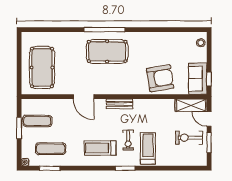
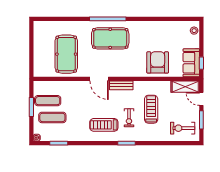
pool table: (42, 67) -> (66, 54), moved
armchair: (160, 78) -> (158, 62), turned -81
door: (84, 97) -> (99, 79), moved
exercise bike: (189, 138) -> (183, 128), moved
exercise mat: (51, 149) -> (52, 117), moved
treadmill: (148, 149) -> (151, 109), moved

